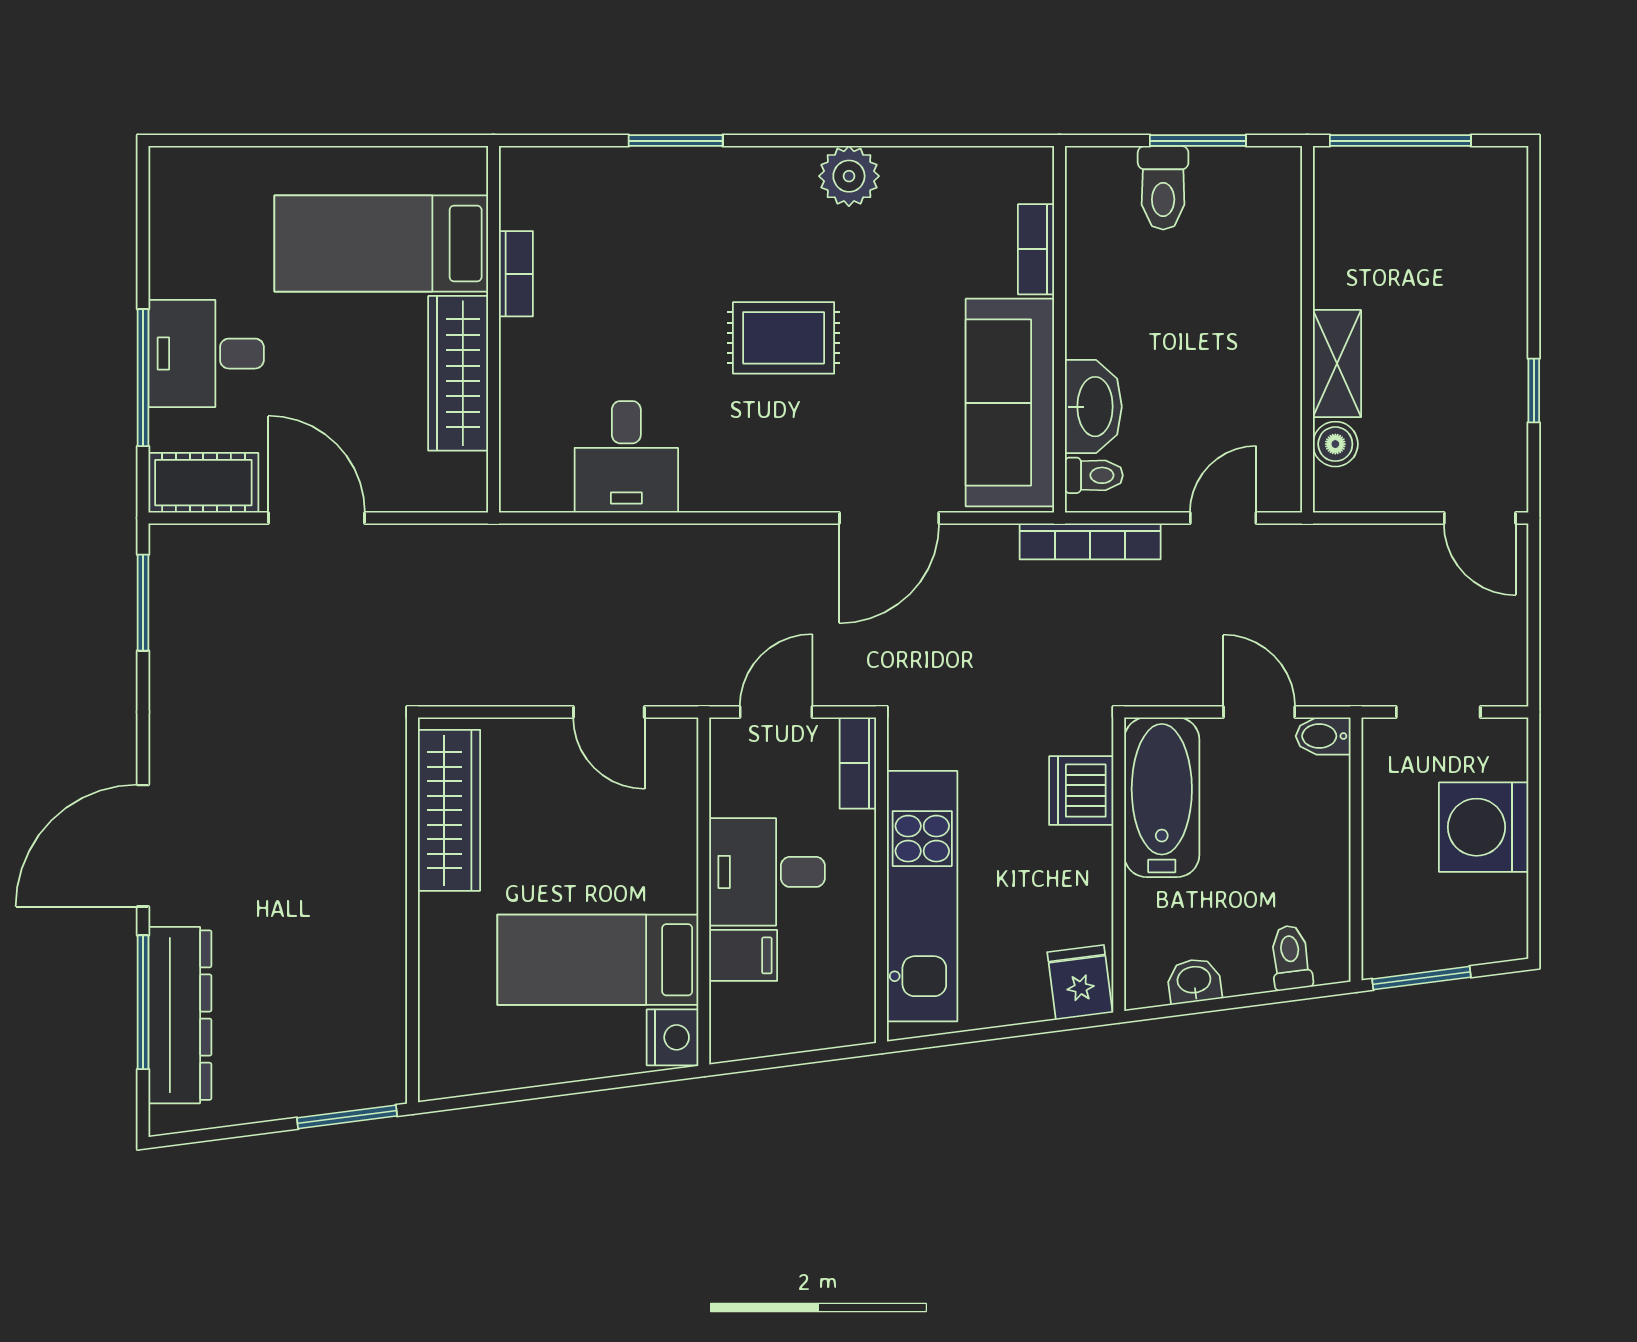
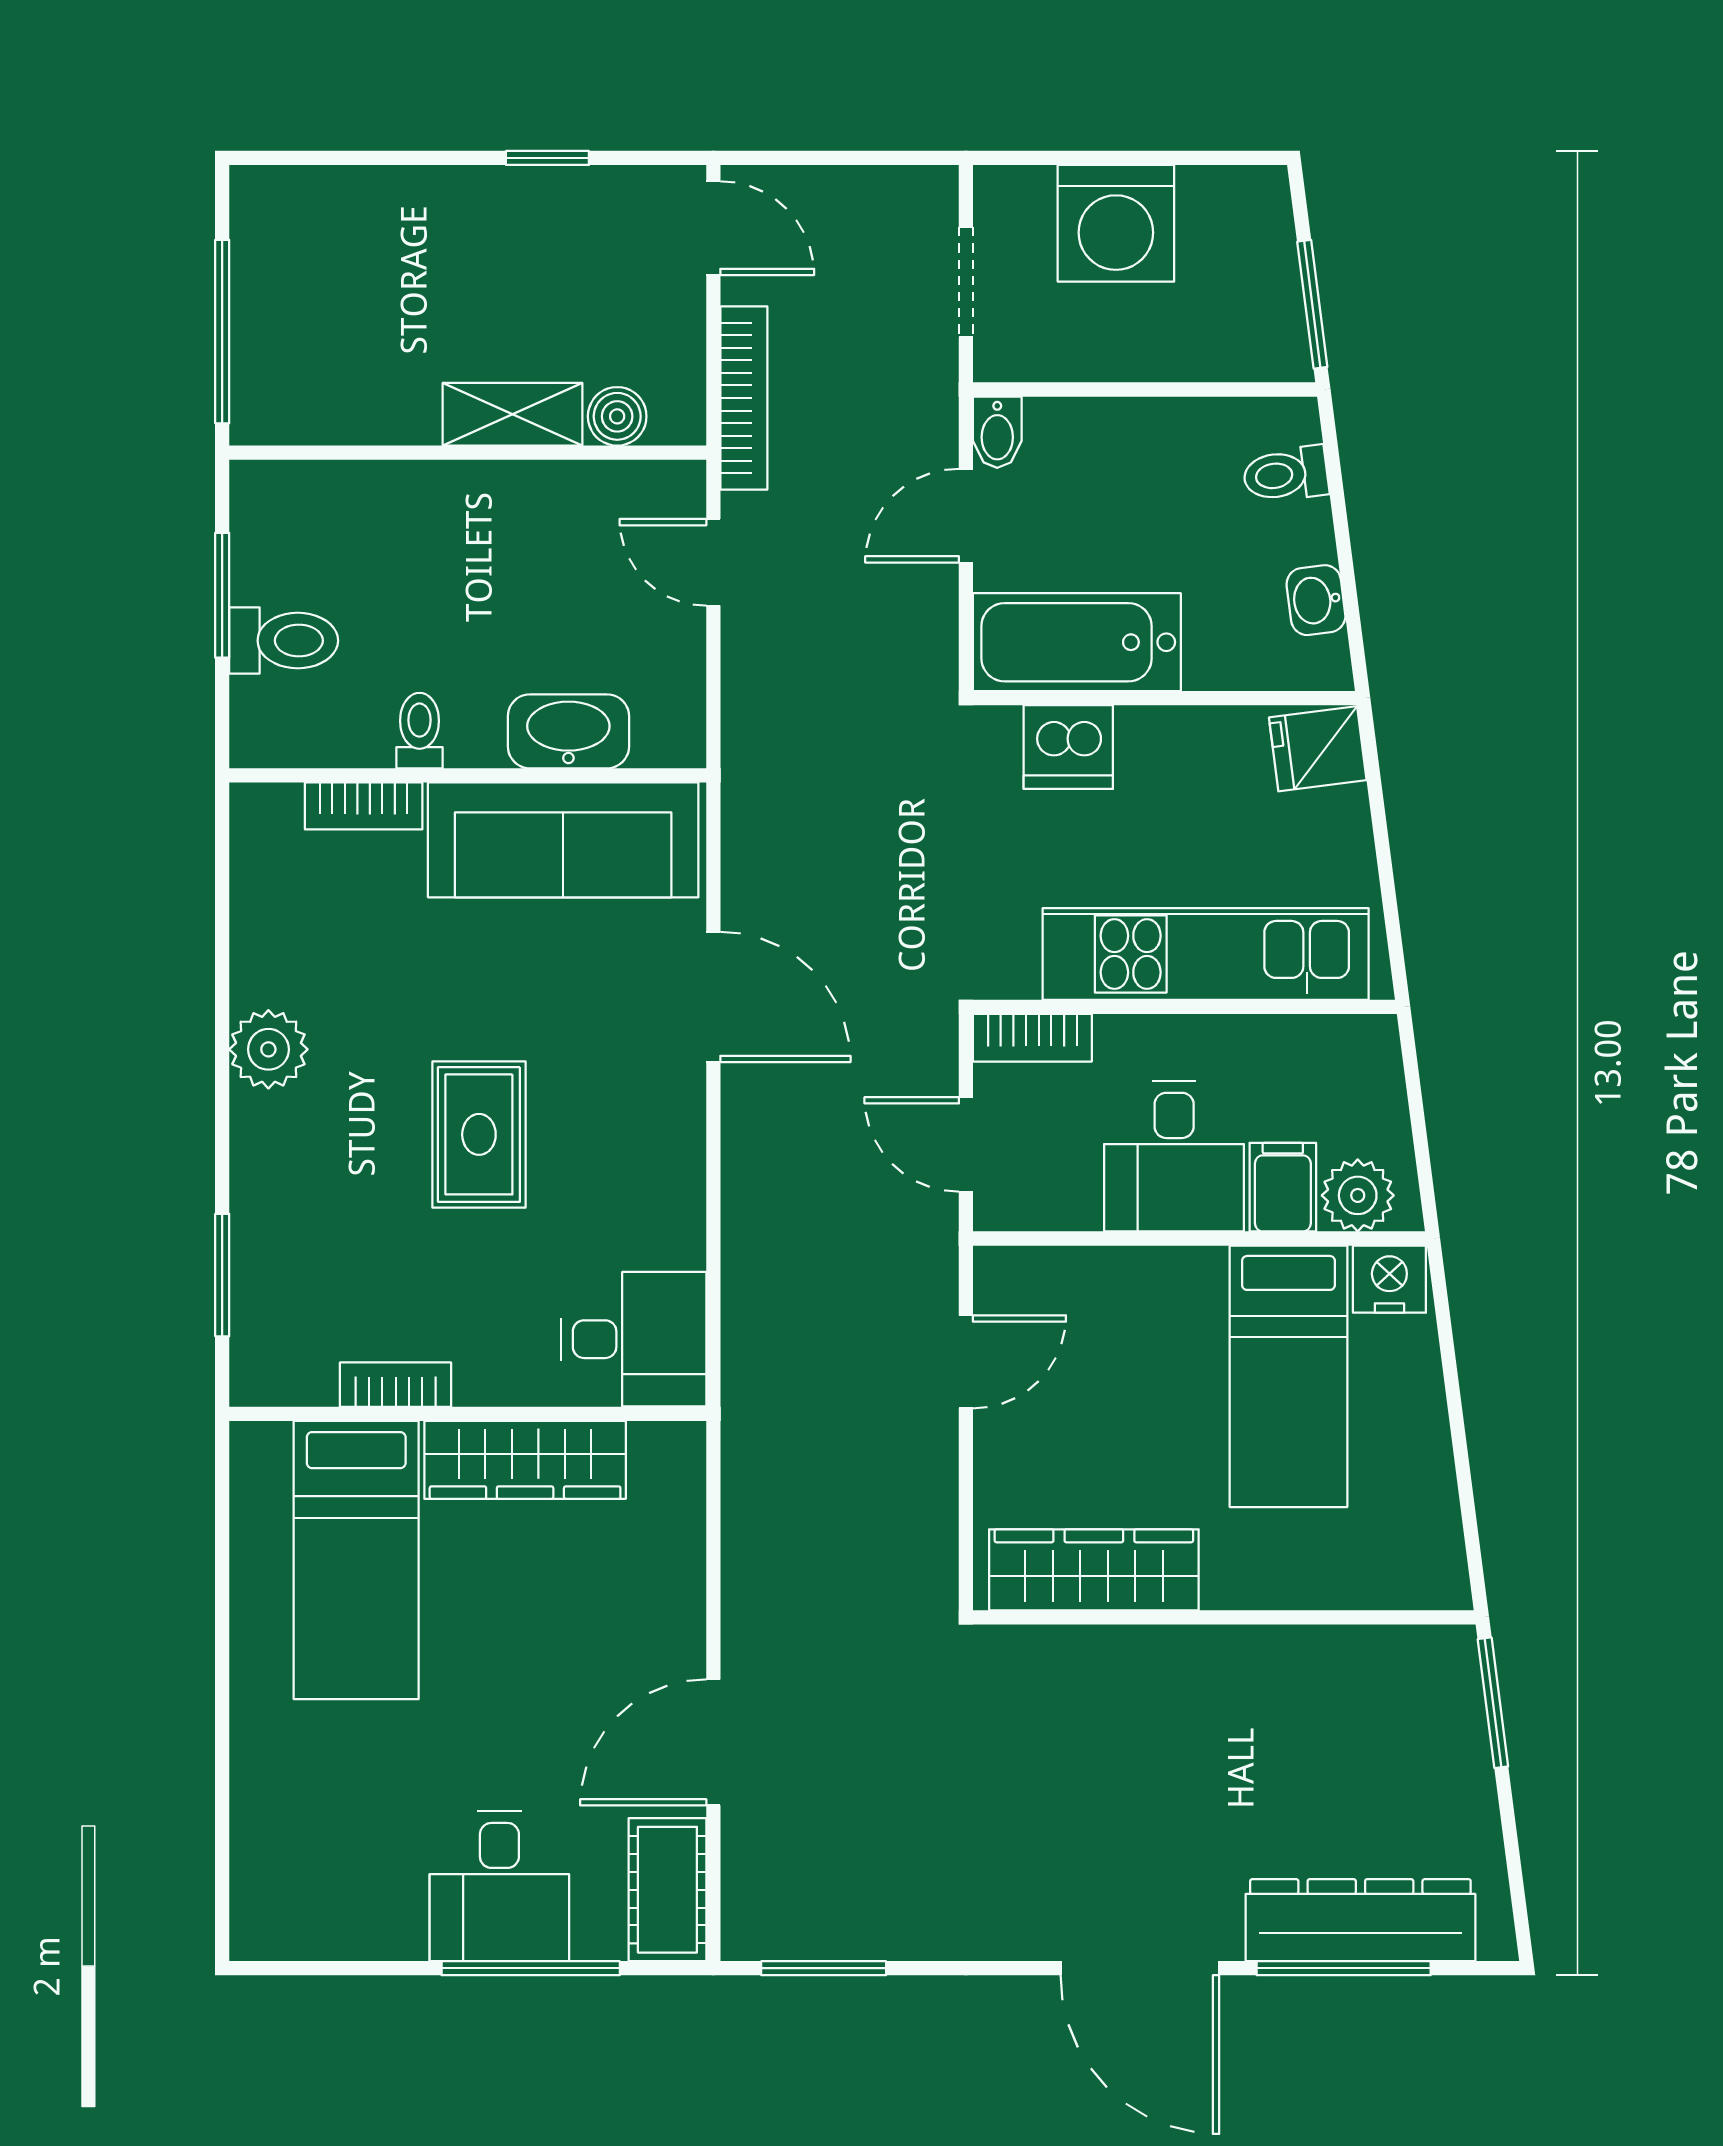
bed: (381, 244) -> (356, 1560), moved
bookcase: (516, 274) -> (396, 1385), moved
wall: (493, 329) -> (468, 1414), moved
wardrobe: (458, 373) -> (525, 1460), moved
toilet: (1094, 475) -> (419, 731), moved
door: (1480, 518) -> (713, 228), hinge flipped
bookcase: (1090, 541) -> (744, 398), moved
plant: (737, 1013) -> (1358, 1195), added

